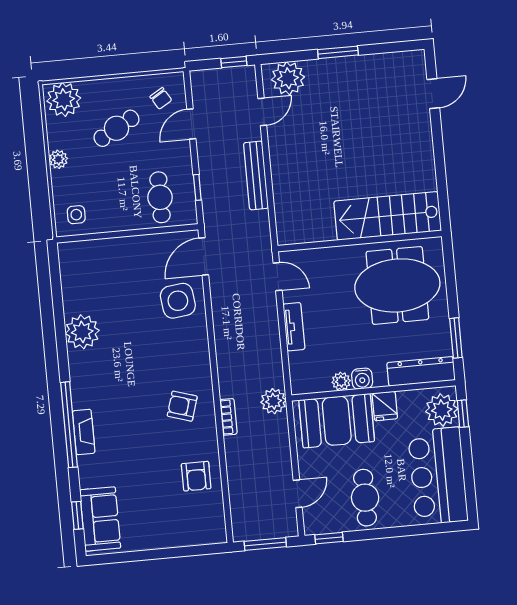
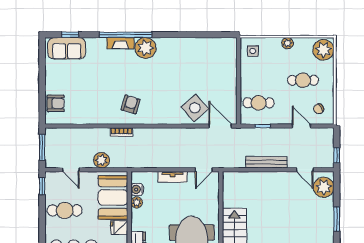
cafe table: (116, 128) -> (303, 80), turned -61
side table: (178, 301) -> (195, 108), turned -34
plant: (82, 332) -> (145, 48), moved
water cooler: (362, 379) -> (137, 189), moved
plant: (274, 401) -> (102, 160), moved
armchair: (196, 476) -> (56, 103), moved, turned 180

